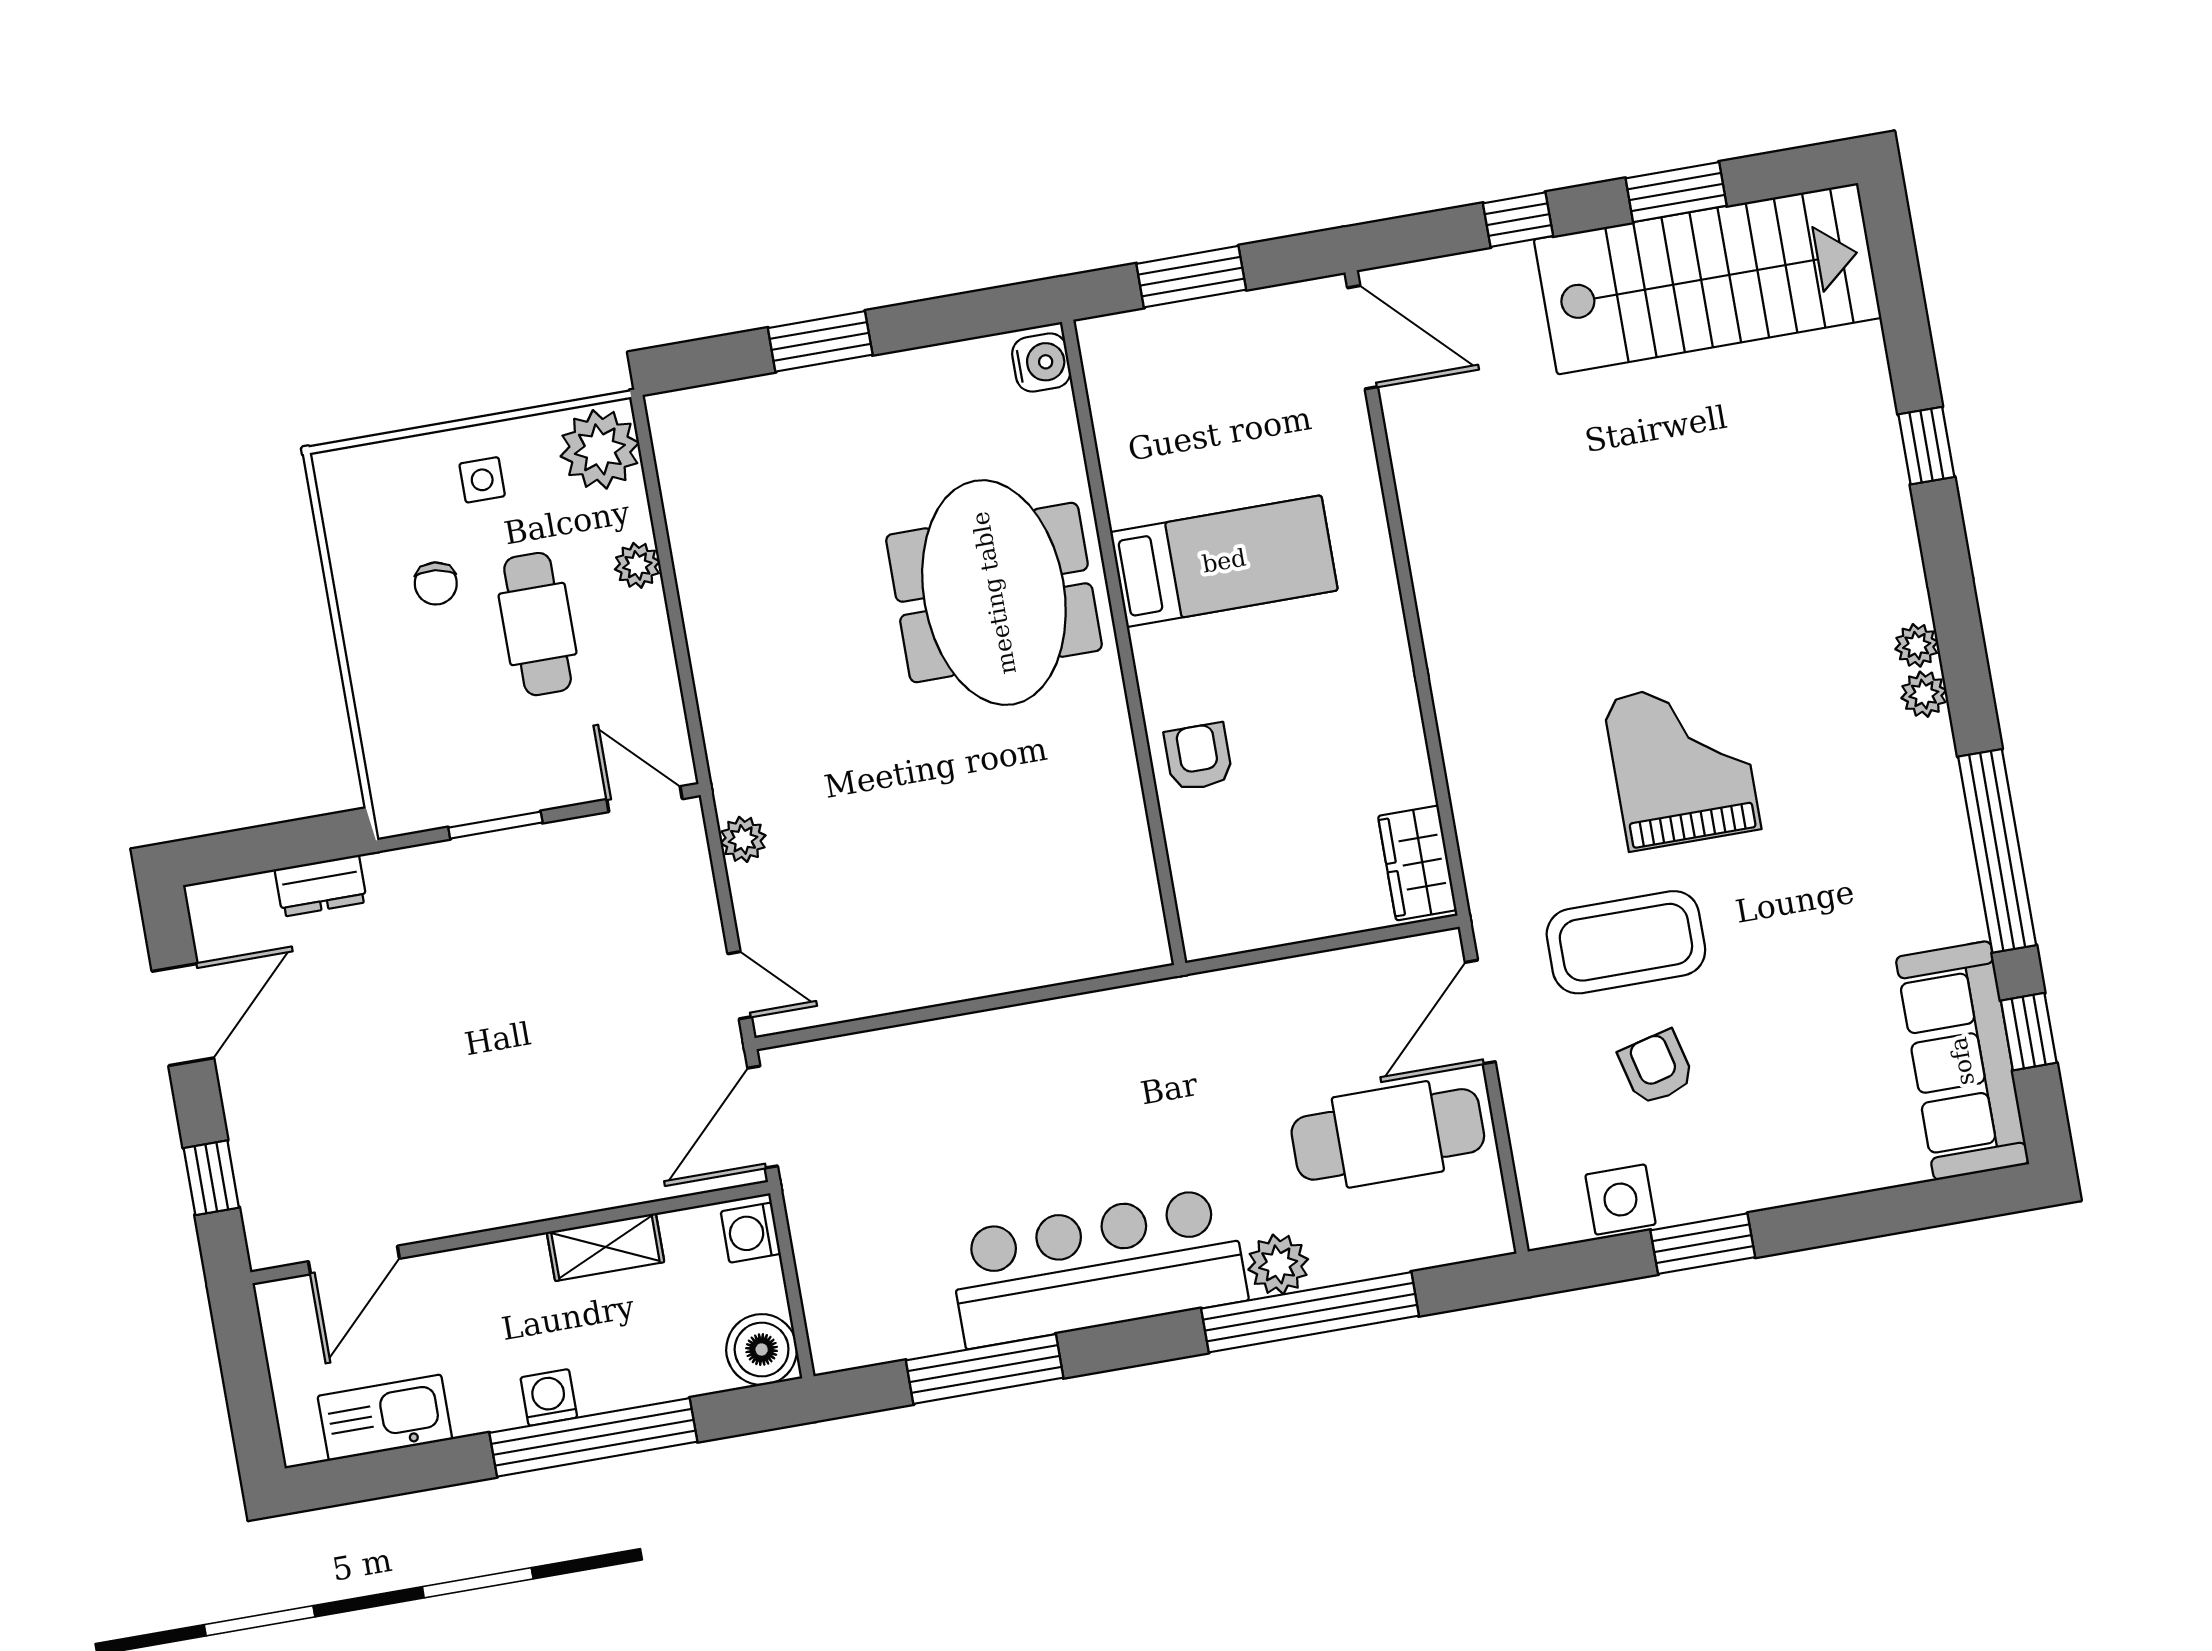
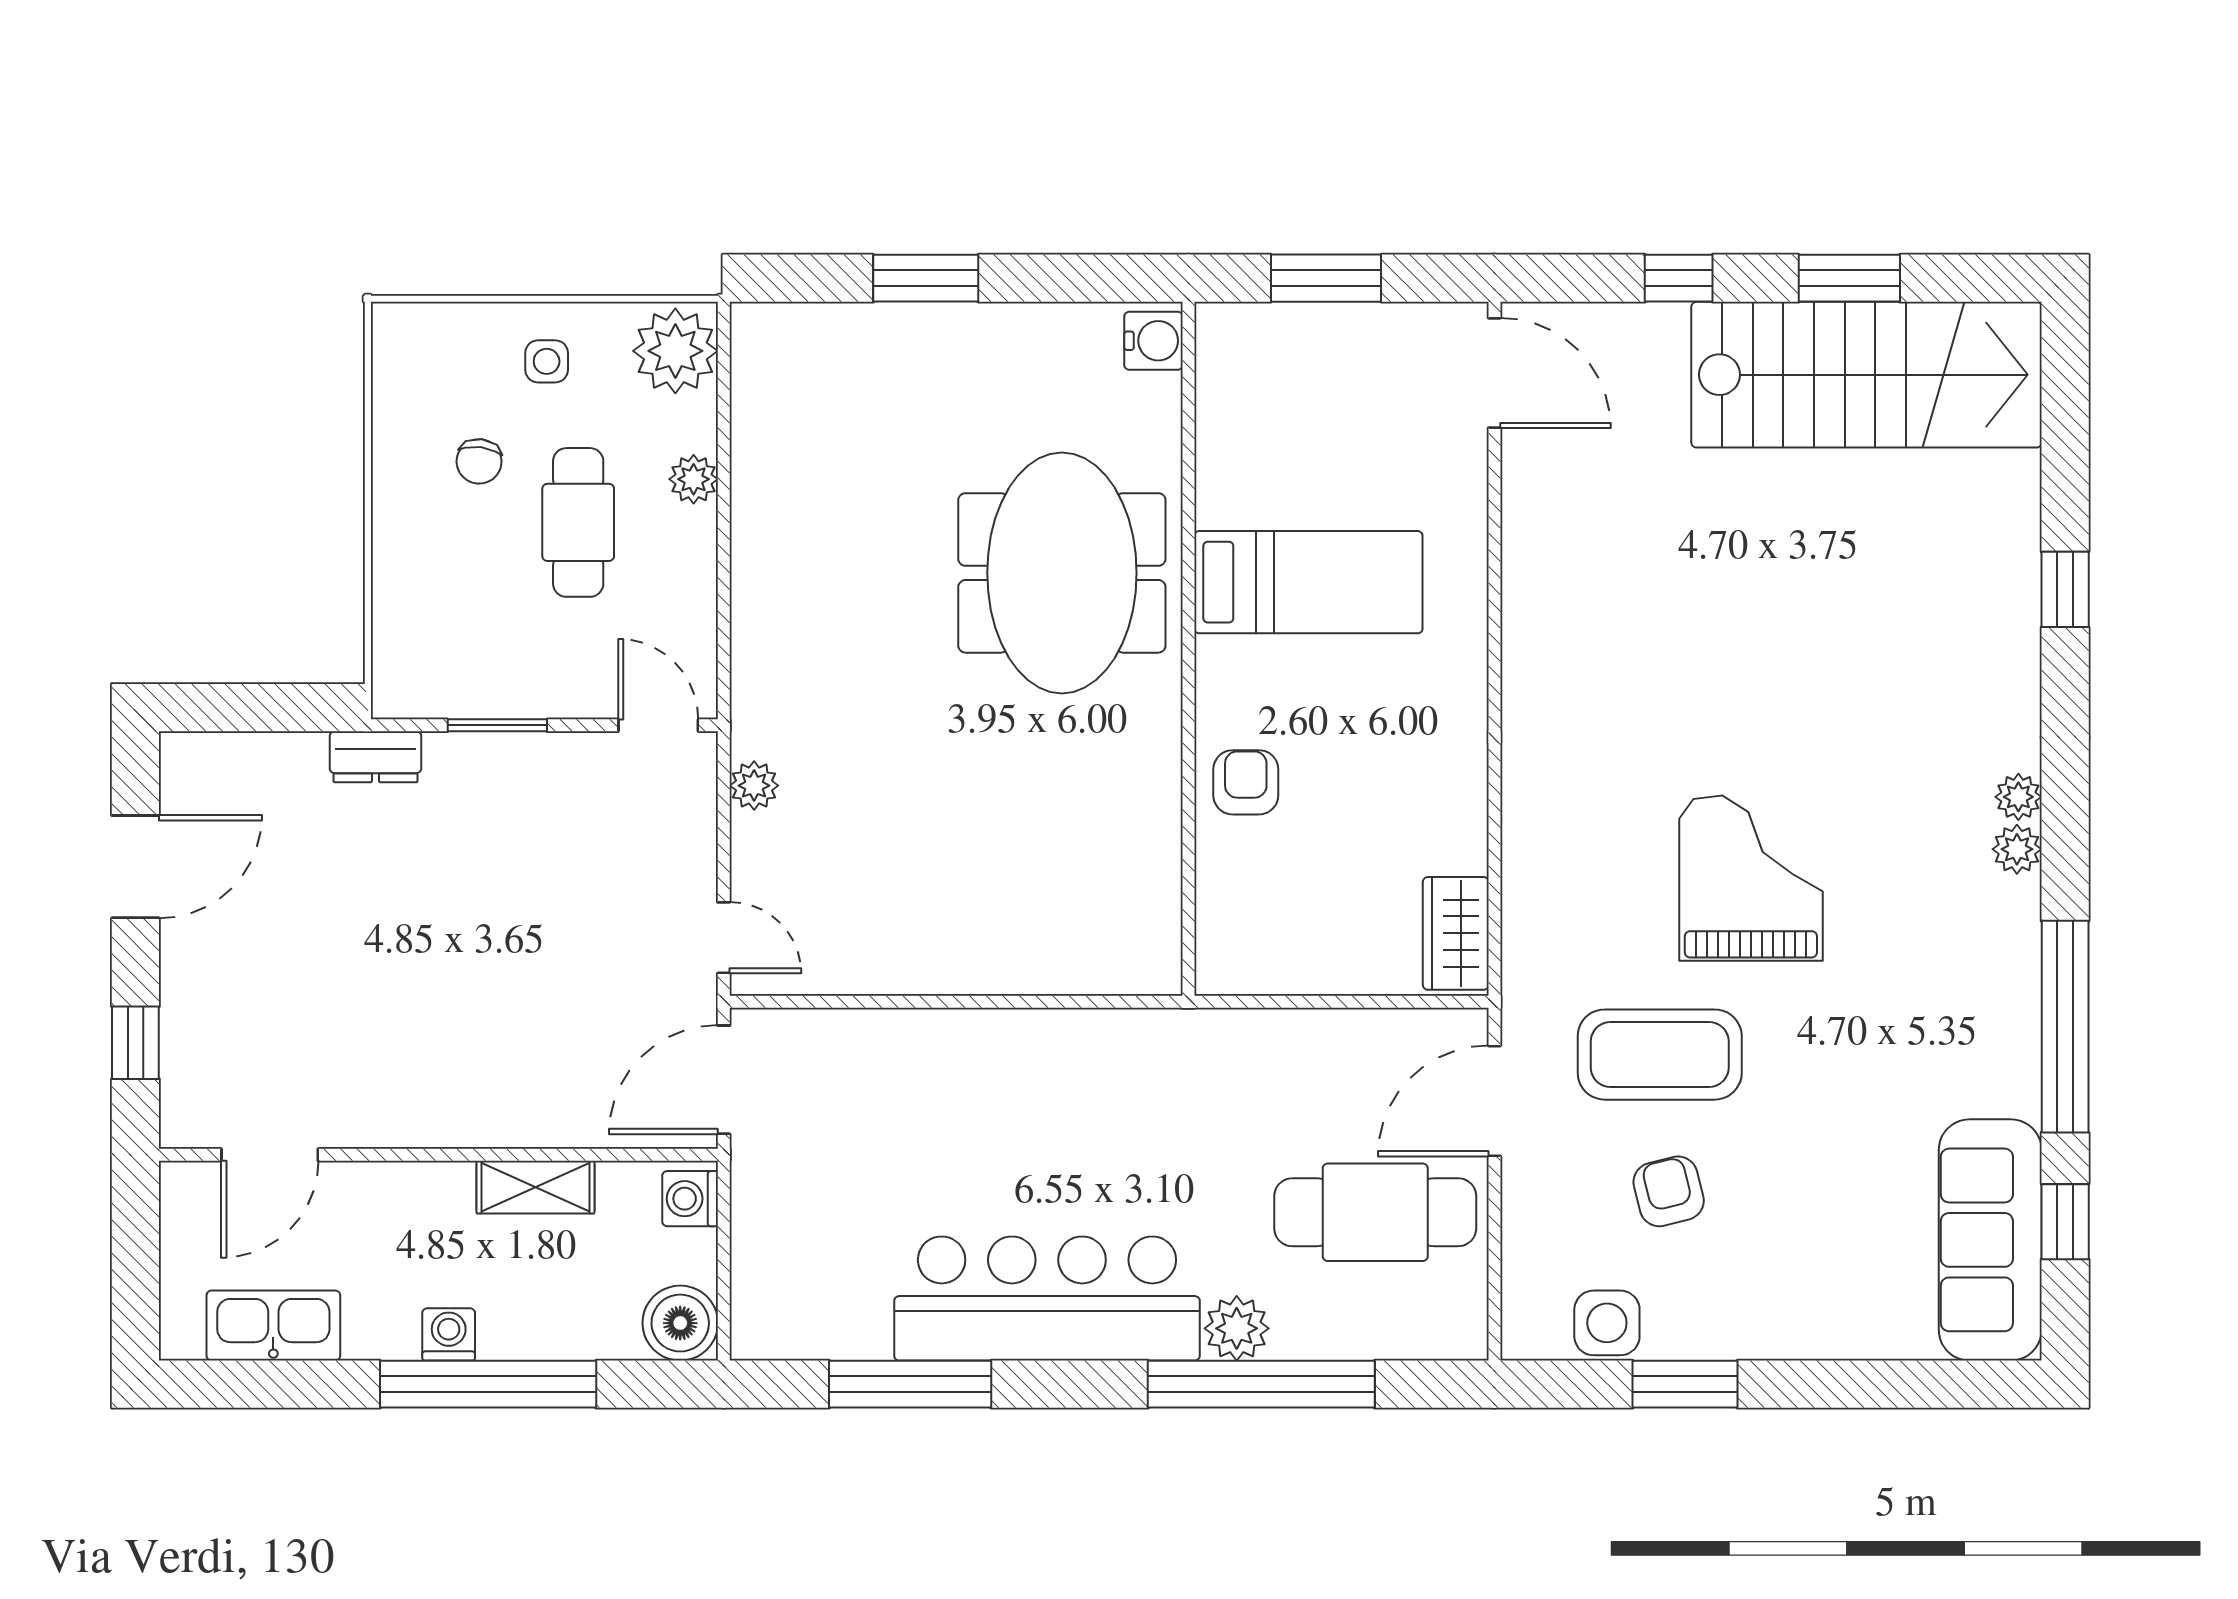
dresser: (321, 886) -> (375, 757), moved

